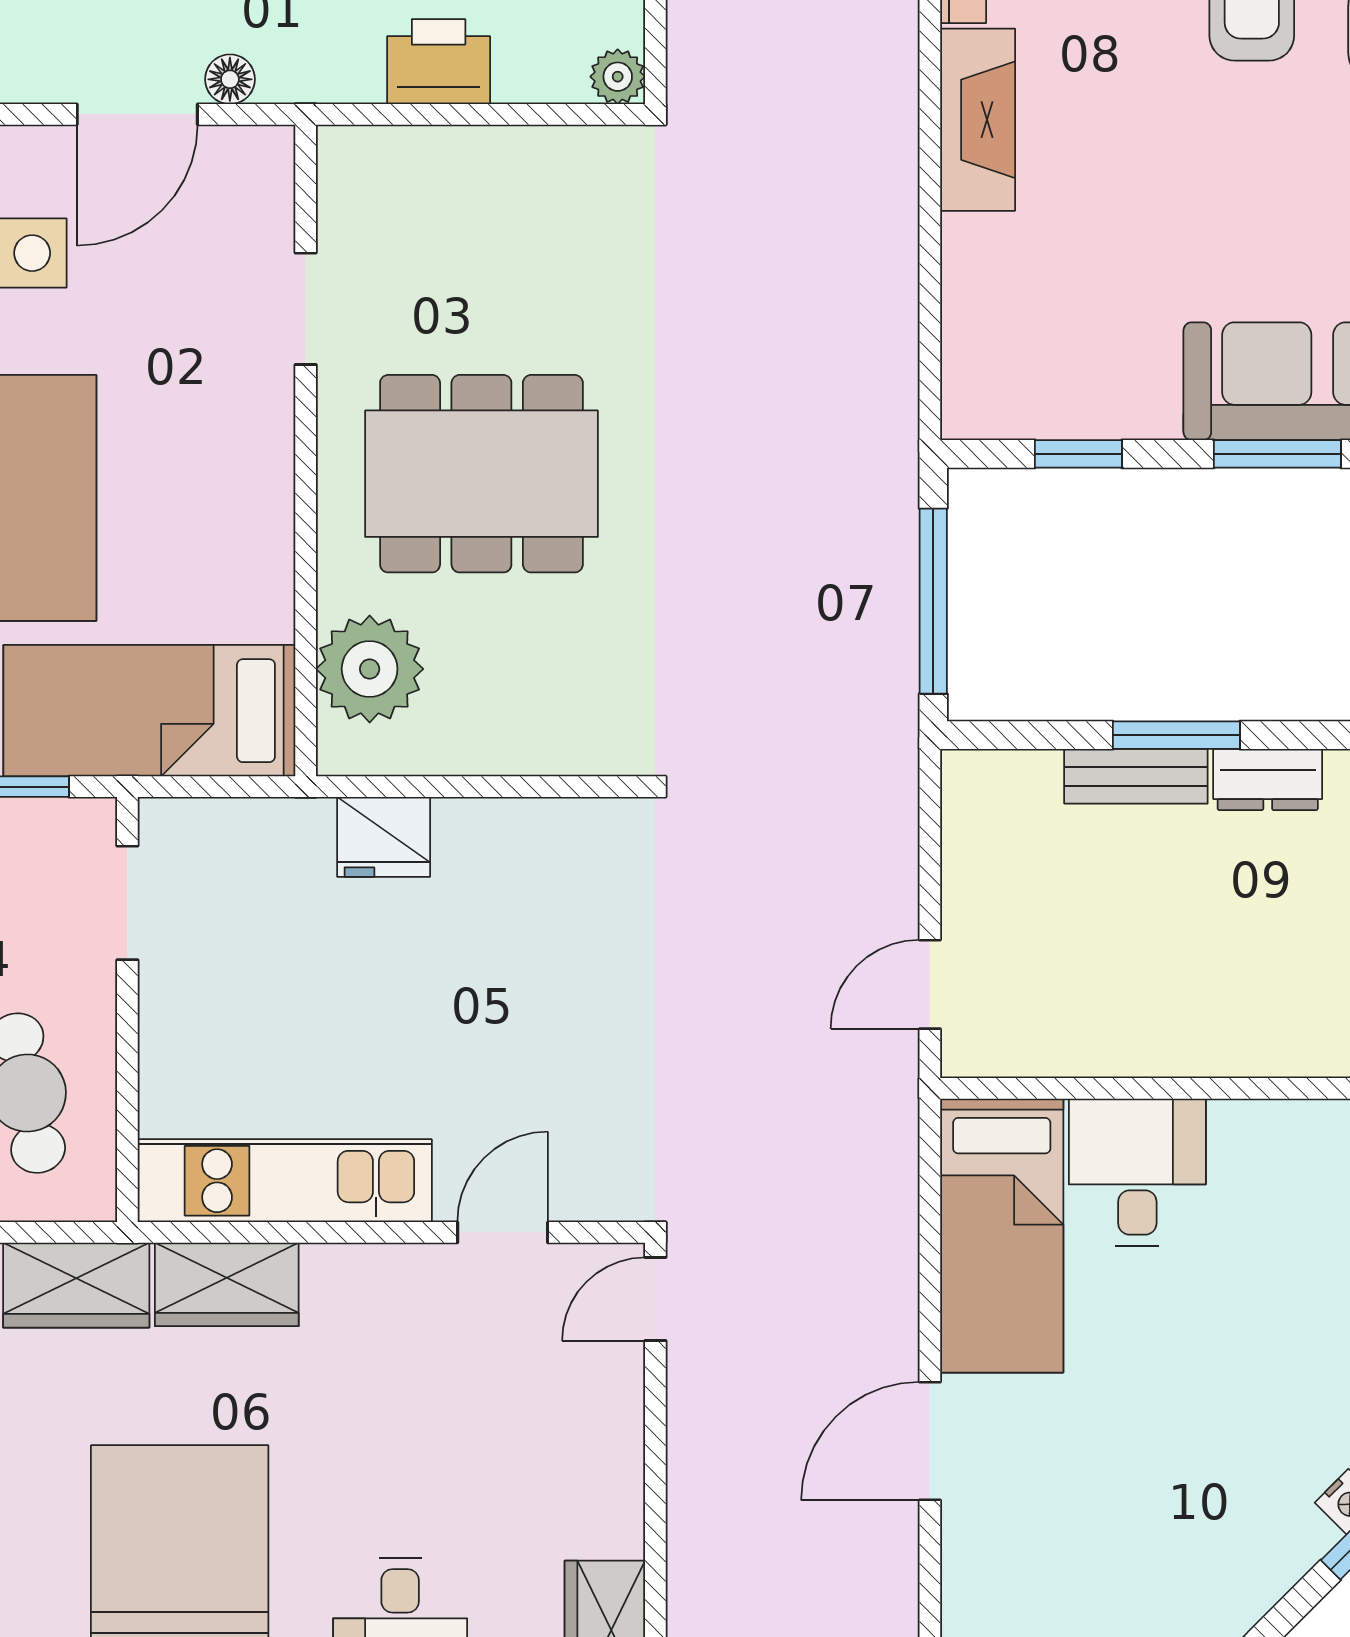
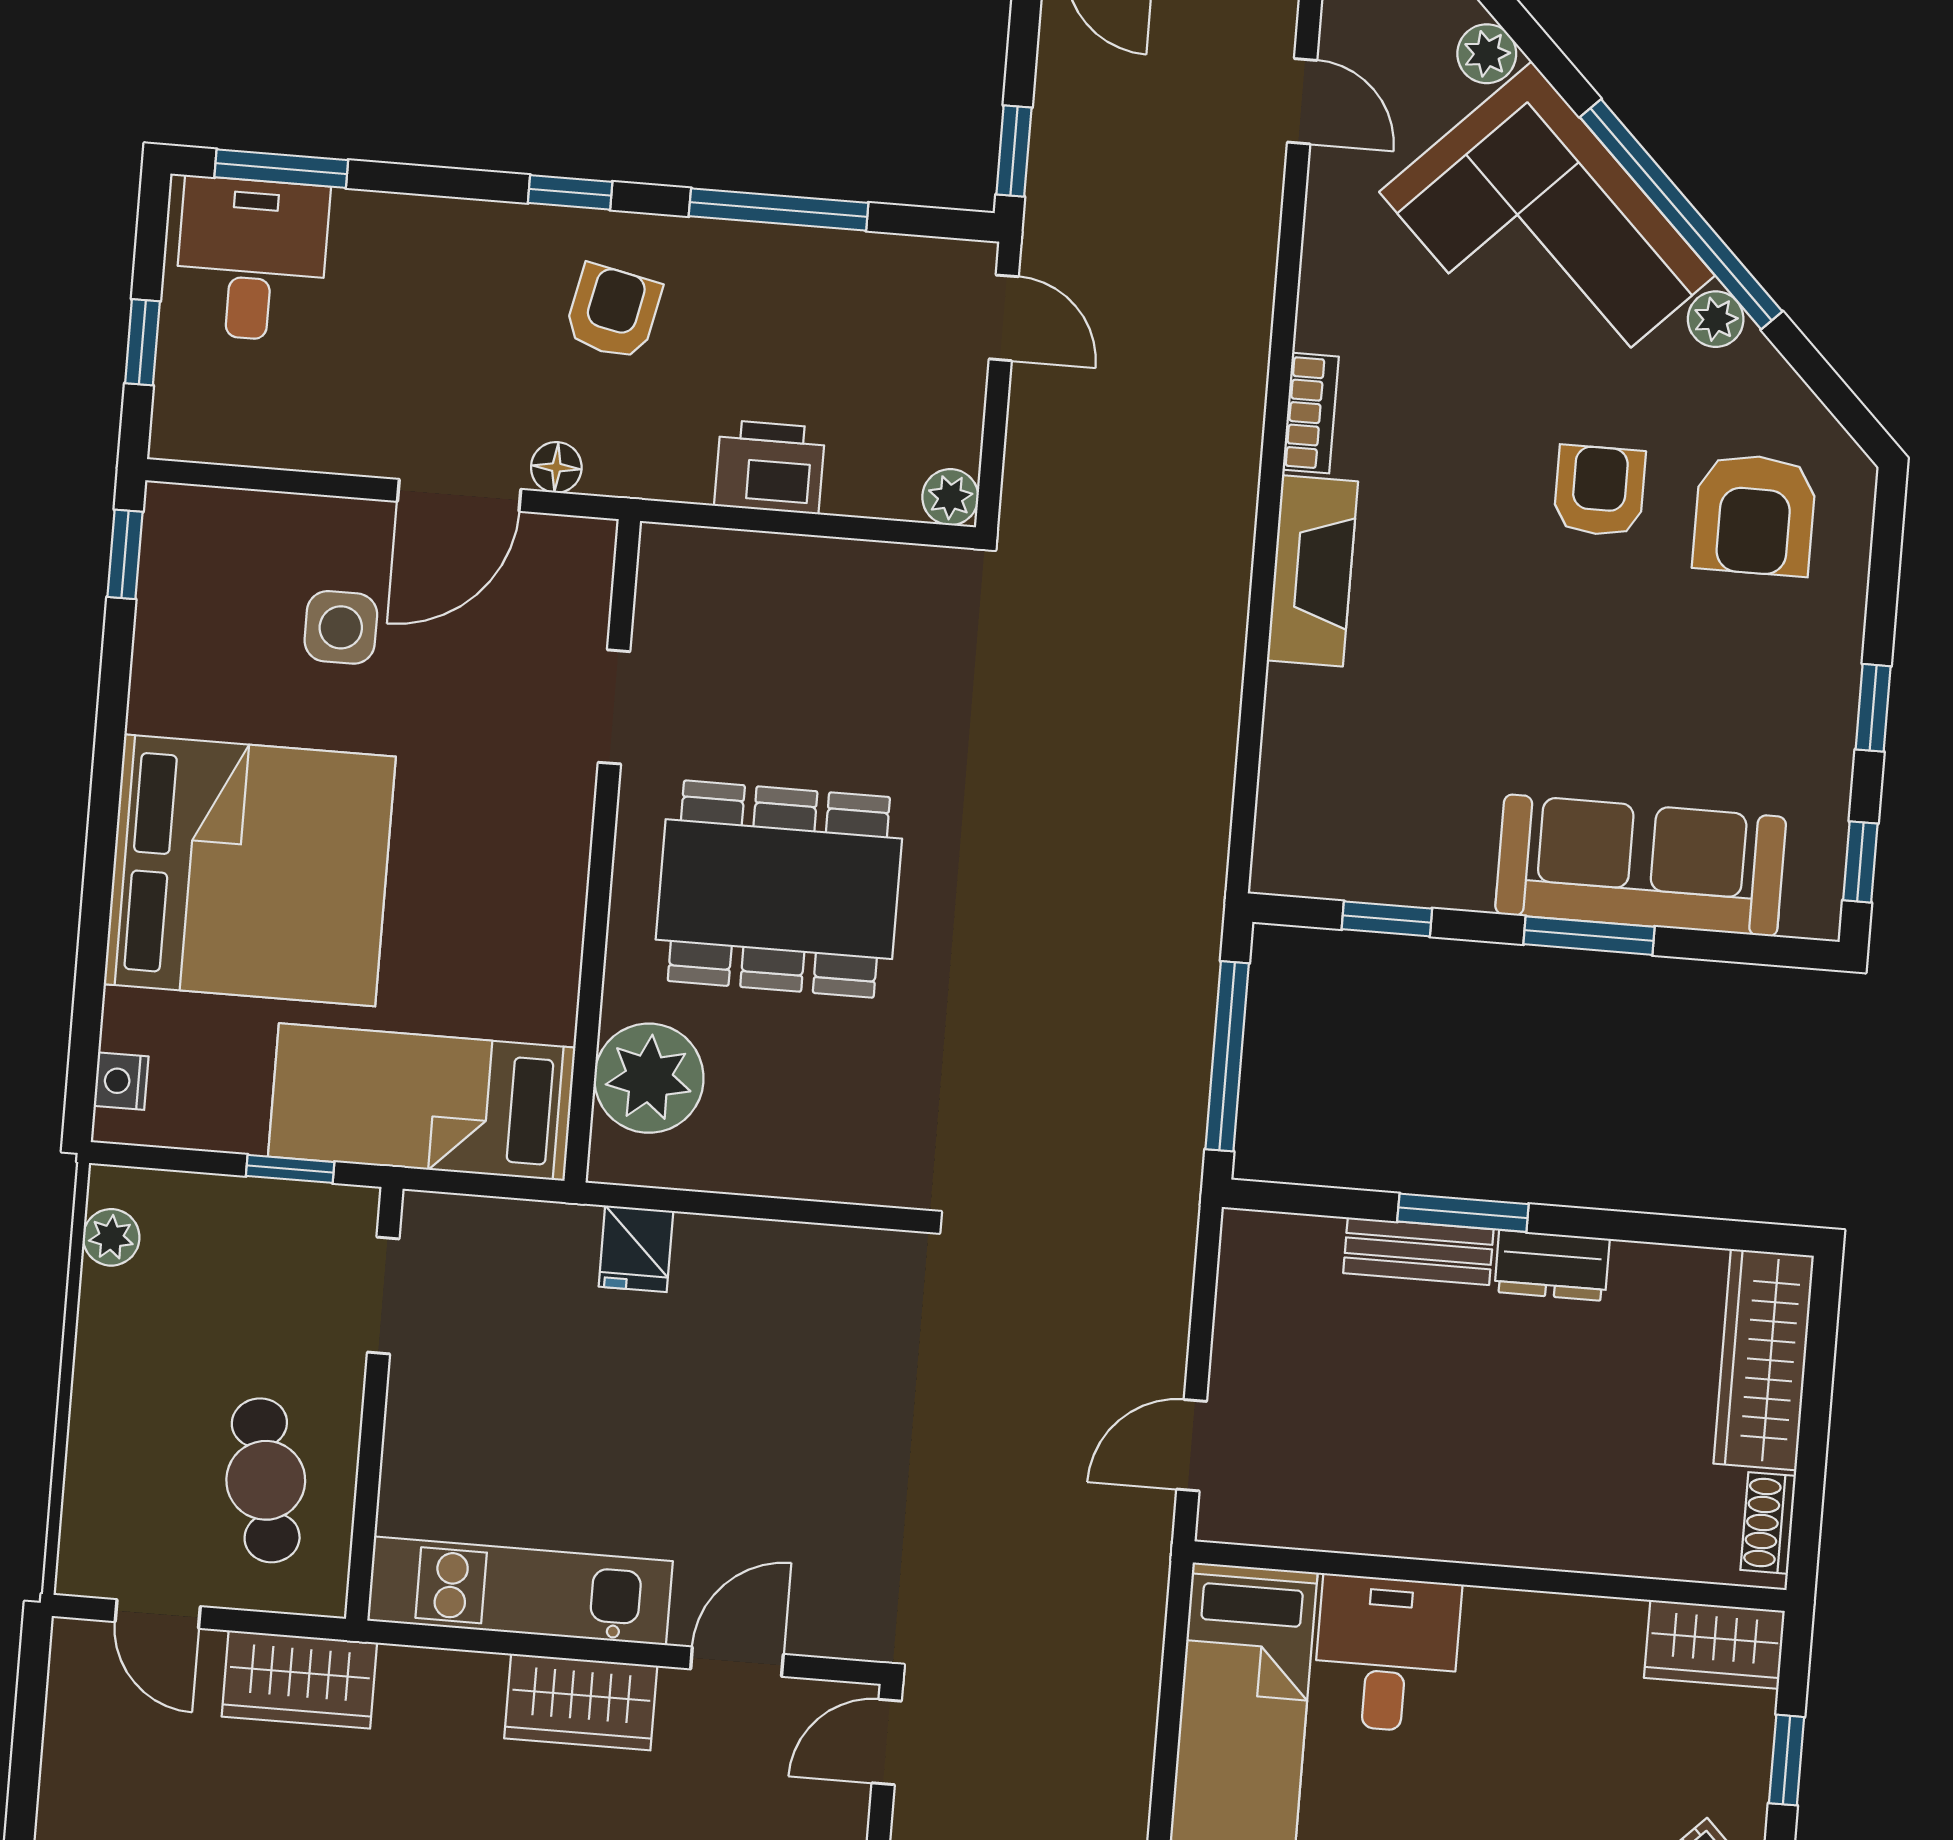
fridge: (384, 837) -> (636, 1249), width x0.72
wardrobe: (227, 1284) -> (581, 1702), moved

